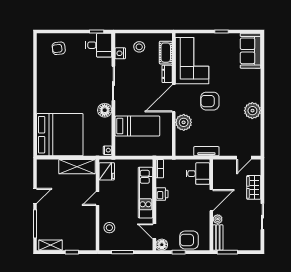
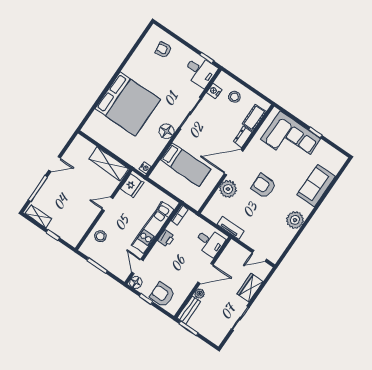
sofa: (251, 51) -> (316, 186), moved
corner sofa: (192, 61) -> (291, 139), moved, turned 90
bed: (60, 135) -> (128, 104), moved

